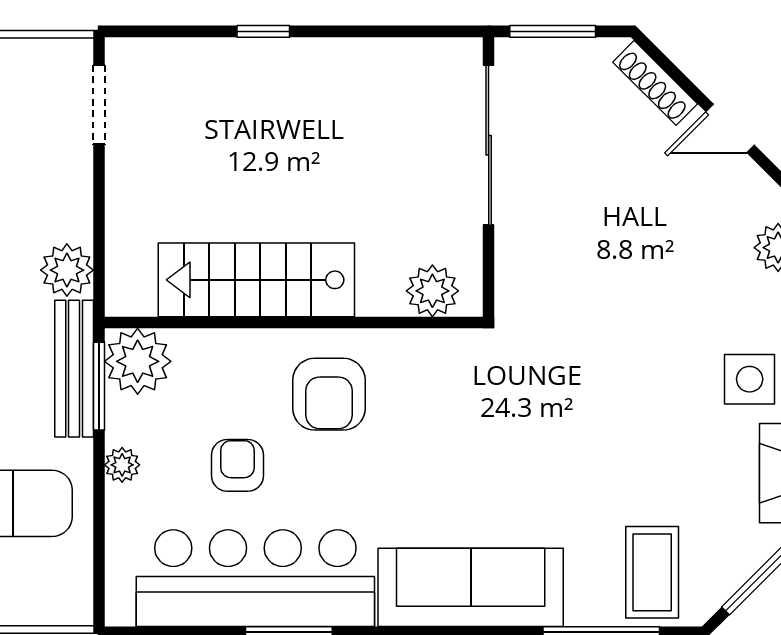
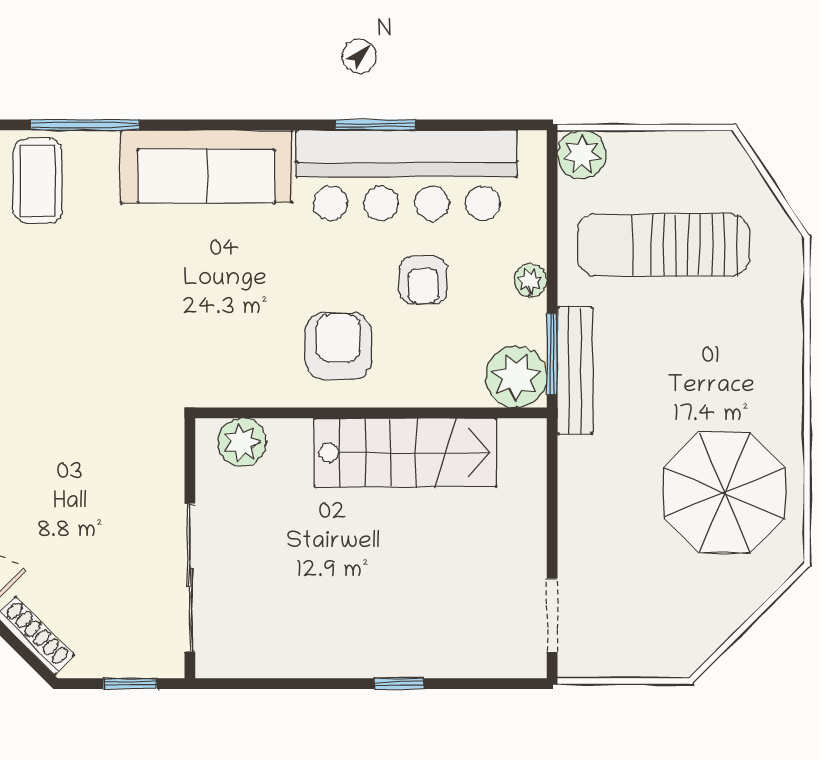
window: (553, 31) -> (130, 684), width x0.67
plant: (67, 270) -> (582, 155), moved

